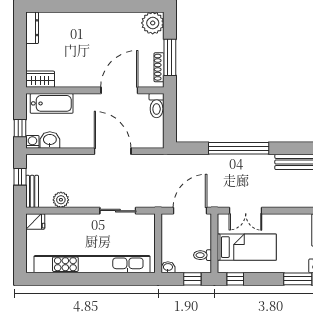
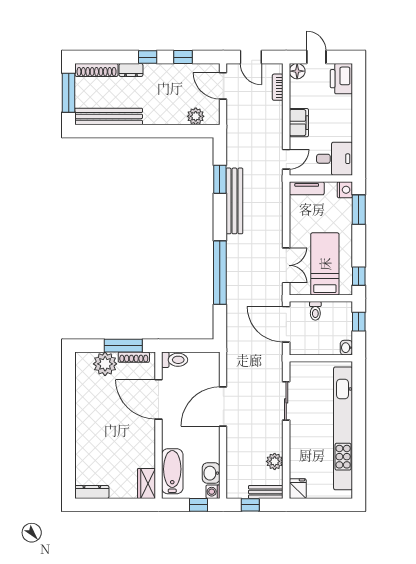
plant: (153, 23) -> (105, 364), moved
toilet: (203, 255) -> (315, 311), moved

